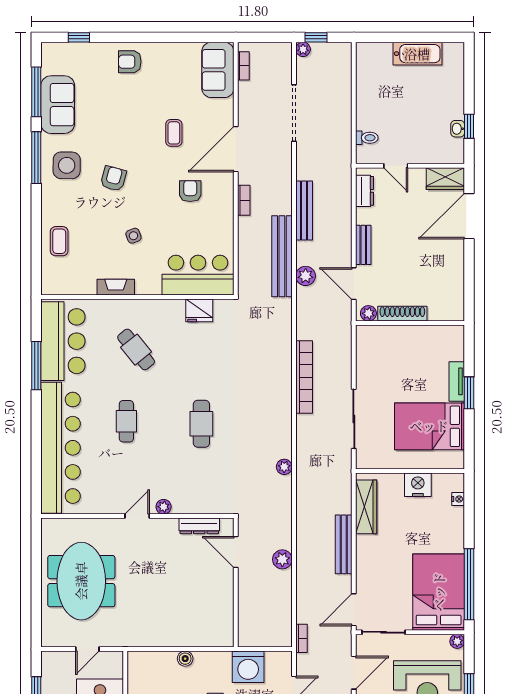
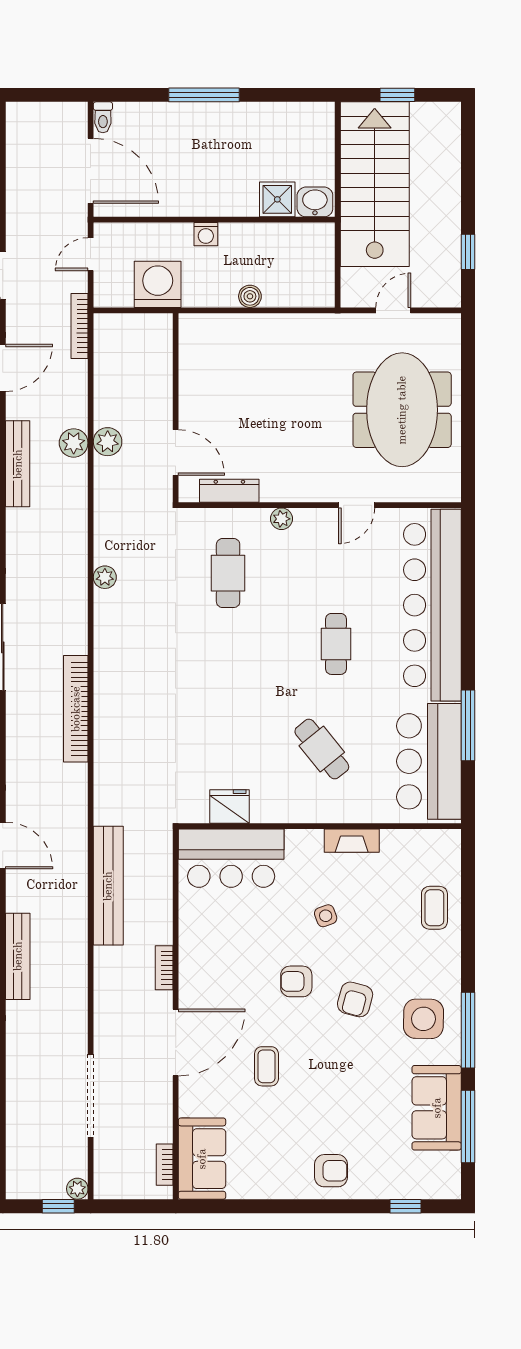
armchair: (190, 191) -> (296, 981), moved, turned 90
bench: (304, 211) -> (18, 956), moved
plant: (306, 276) -> (74, 443), moved
cafe table: (201, 424) -> (228, 573), moved
door: (137, 516) -> (357, 505), moved
bookcase: (301, 638) -> (80, 326), width x1.56

